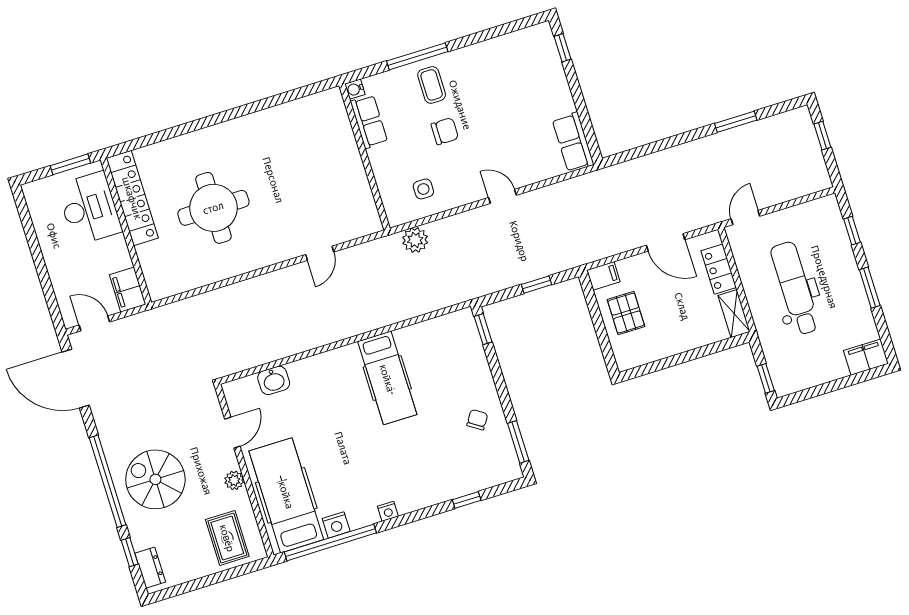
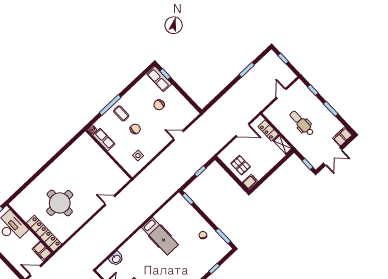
chair: (518, 105) -> (159, 105), added
row of seats: (573, 142) -> (159, 79), moved
door: (502, 196) -> (178, 135), moved
locker: (132, 198) -> (44, 233), moved
door: (745, 218) -> (281, 93), moved
plant: (415, 240) -> (144, 177), removed
door: (320, 253) -> (110, 200), swing flipped
filing cabinet: (603, 276) -> (250, 182), moved
dental chair: (795, 288) -> (302, 123), width x0.73, depth x0.72
double door: (826, 388) -> (333, 156), added

